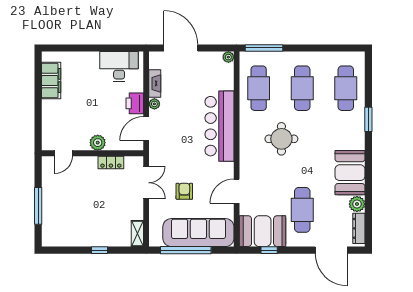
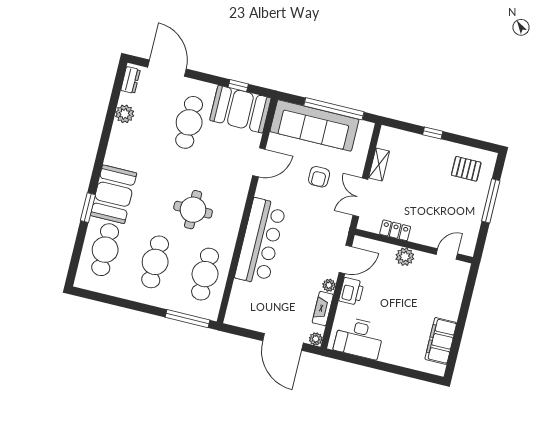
plant: (228, 57) -> (316, 339), moved
booth: (350, 173) -> (114, 194), moved
pallet: (65, 227) -> (466, 169), added
dresser: (359, 228) -> (130, 80), width x0.70
shelving: (137, 233) -> (379, 164), moved

